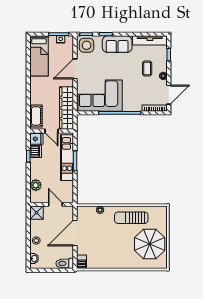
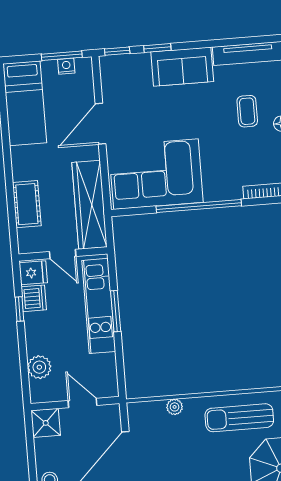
side table: (87, 45) -> (120, 74), removed
cot: (36, 116) -> (27, 204), moved

